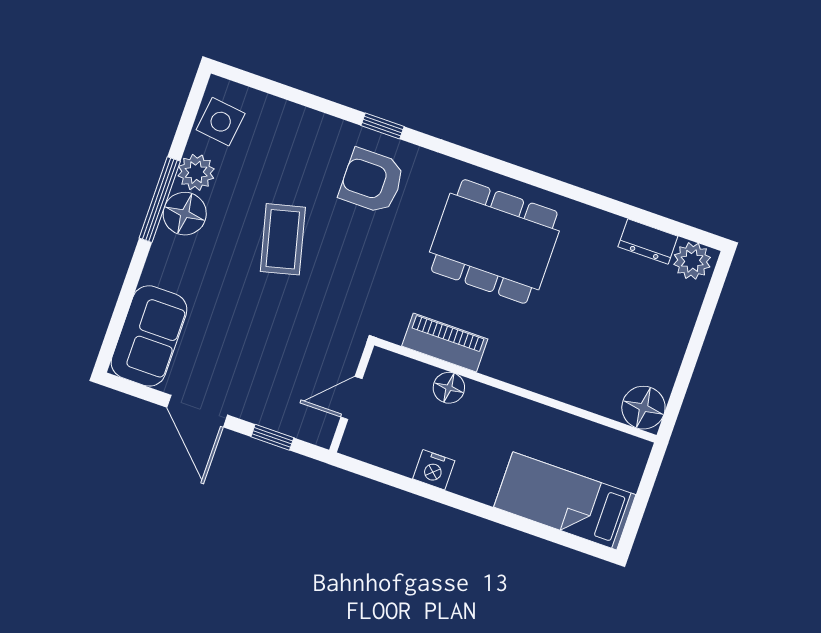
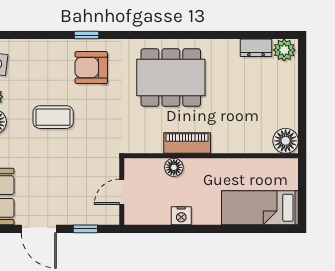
coffee table: (283, 239) -> (53, 117), turned -76
piano: (445, 342) -> (187, 143), moved

